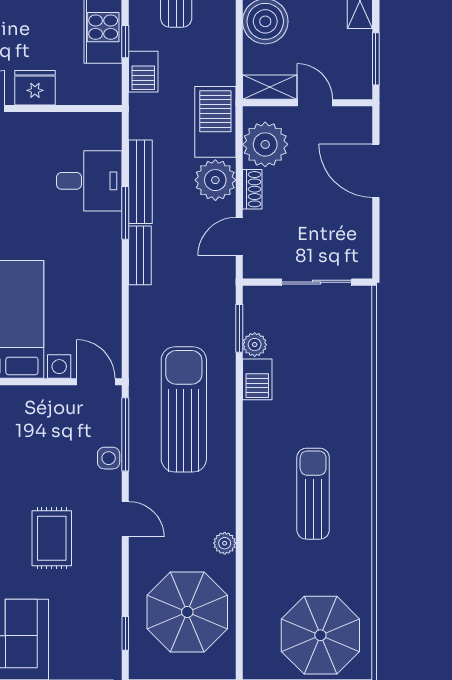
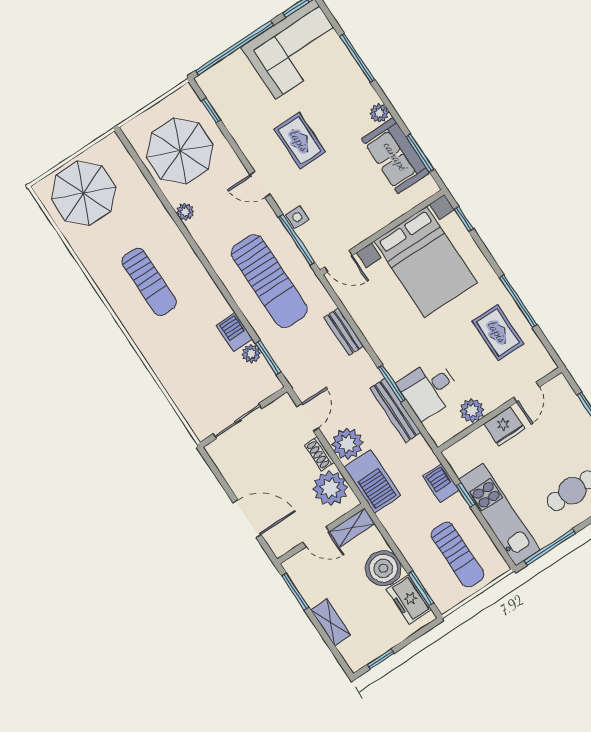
plant: (59, 128) -> (472, 410), added
bench: (140, 255) -> (344, 332), moved

